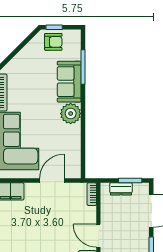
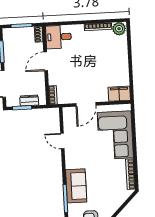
plant: (71, 114) -> (74, 160), removed
door: (83, 137) -> (62, 141), added
door: (98, 236) -> (46, 61), swing flipped

